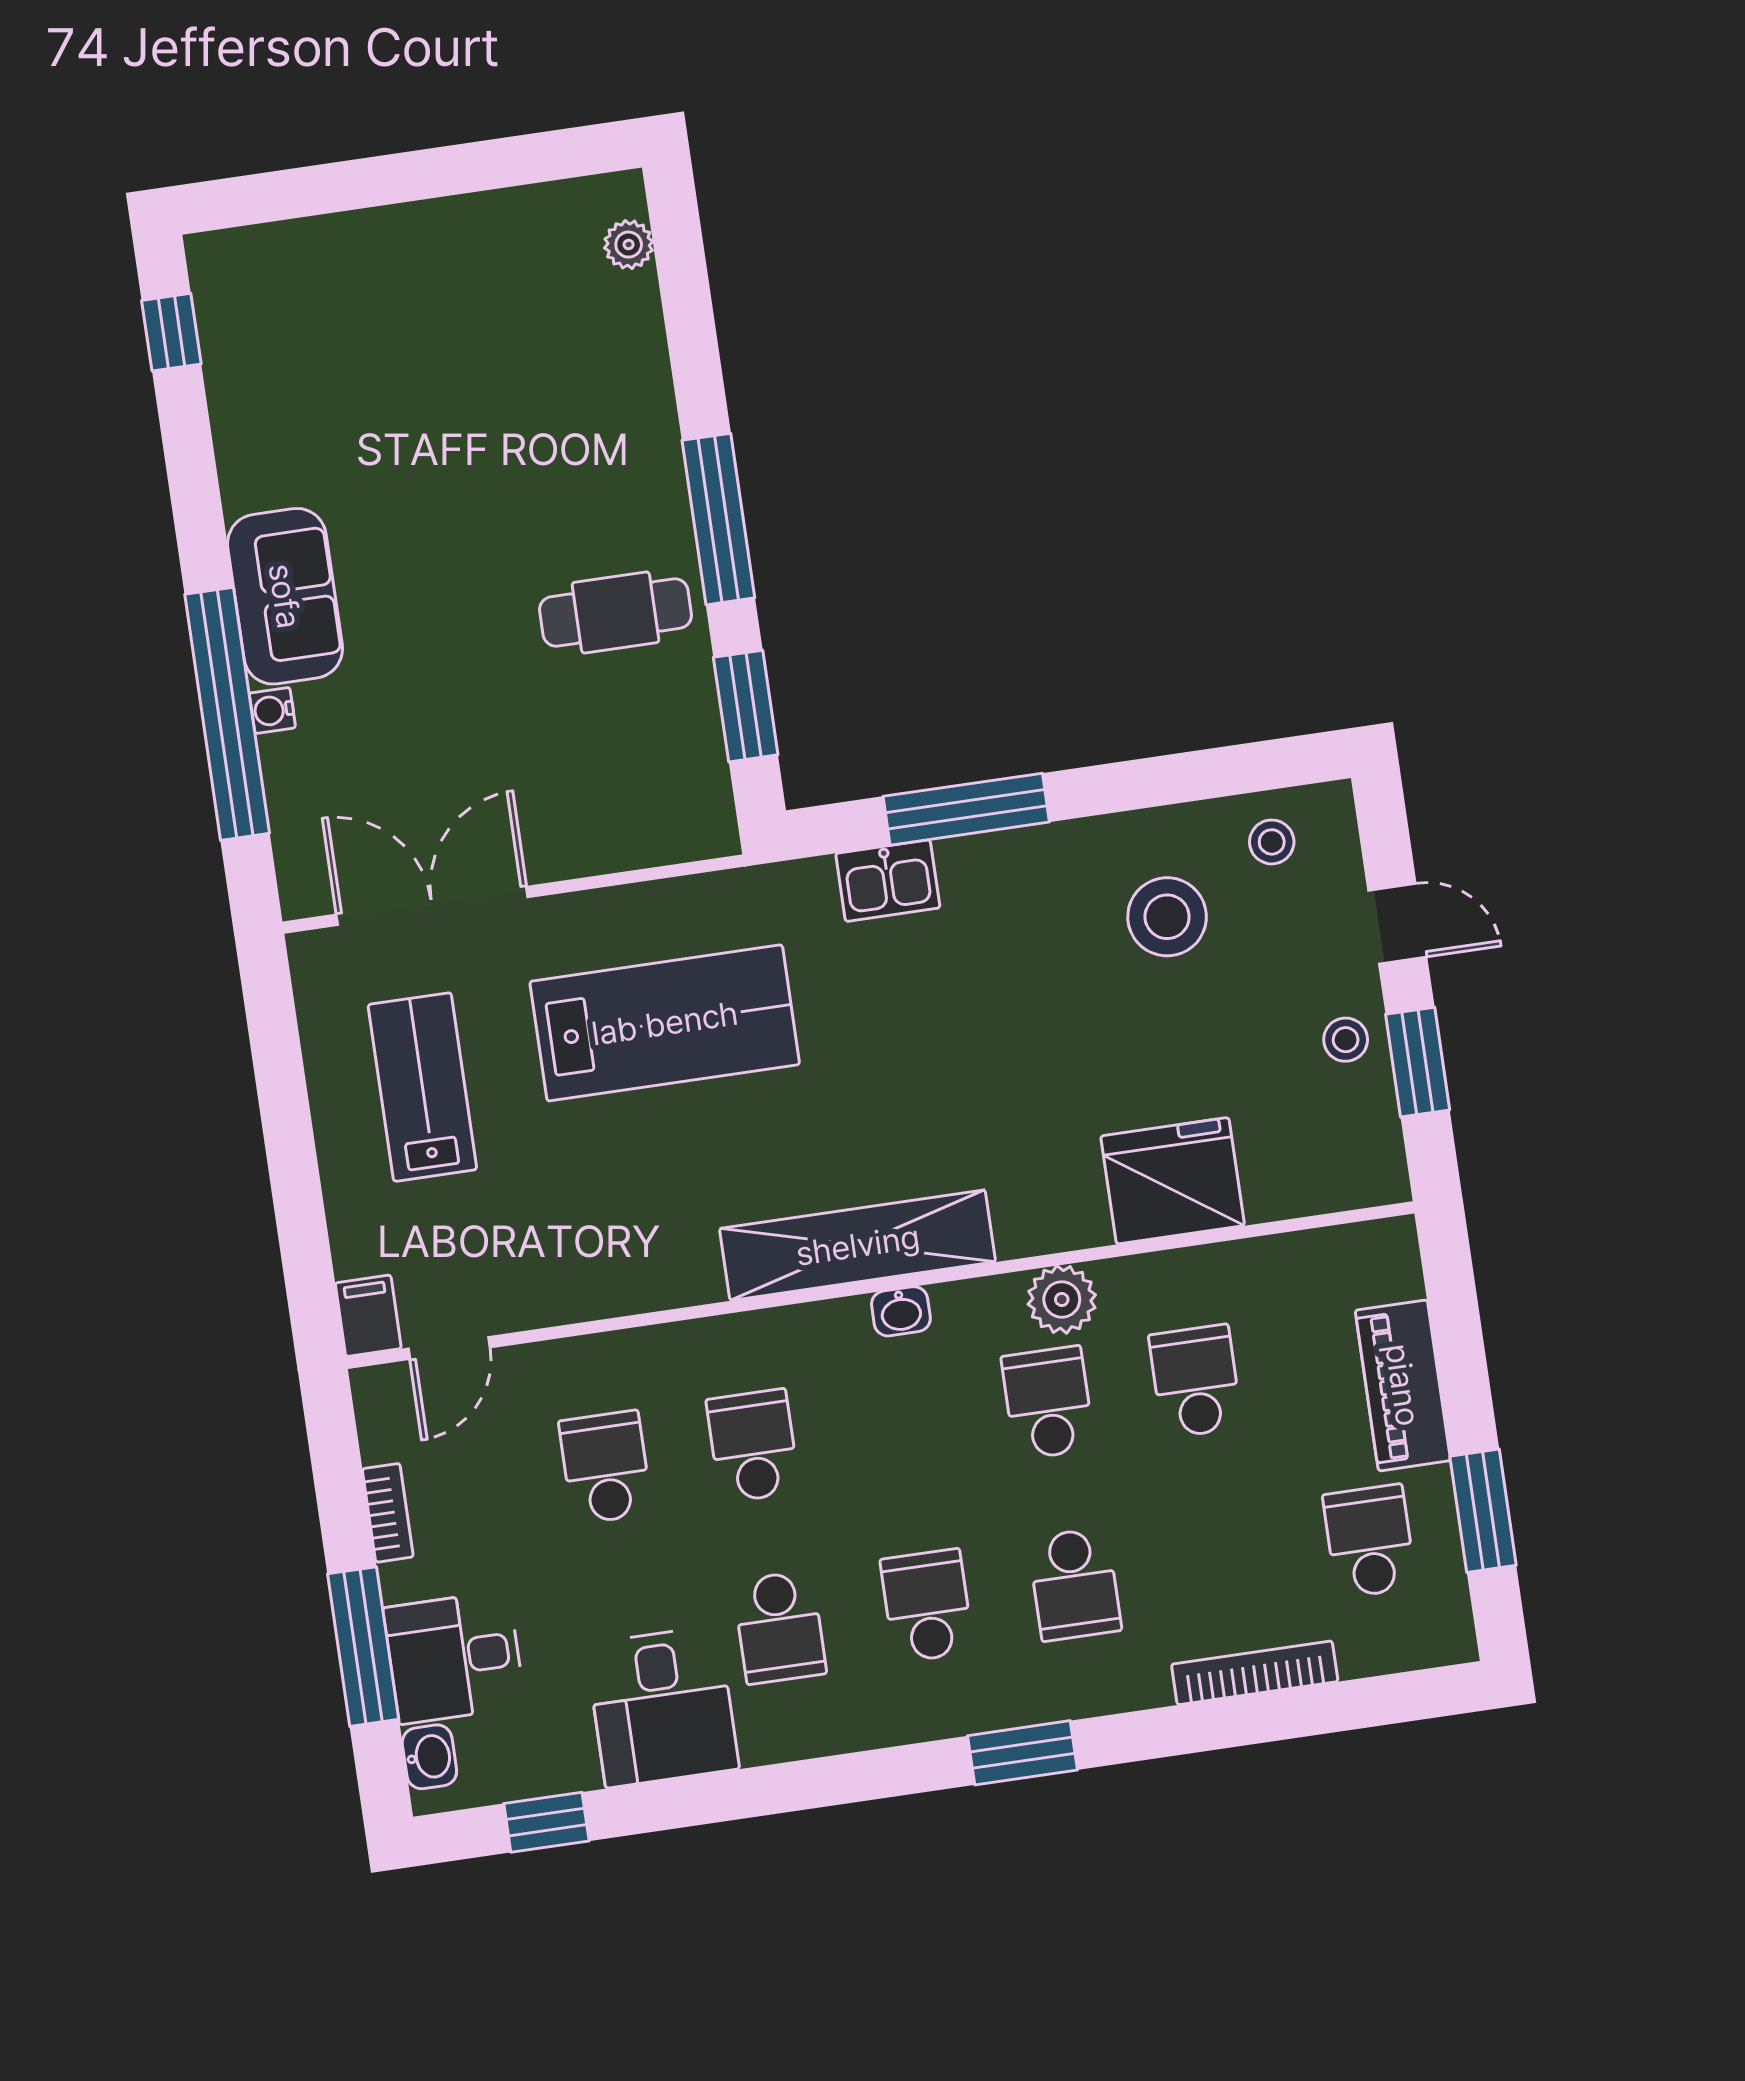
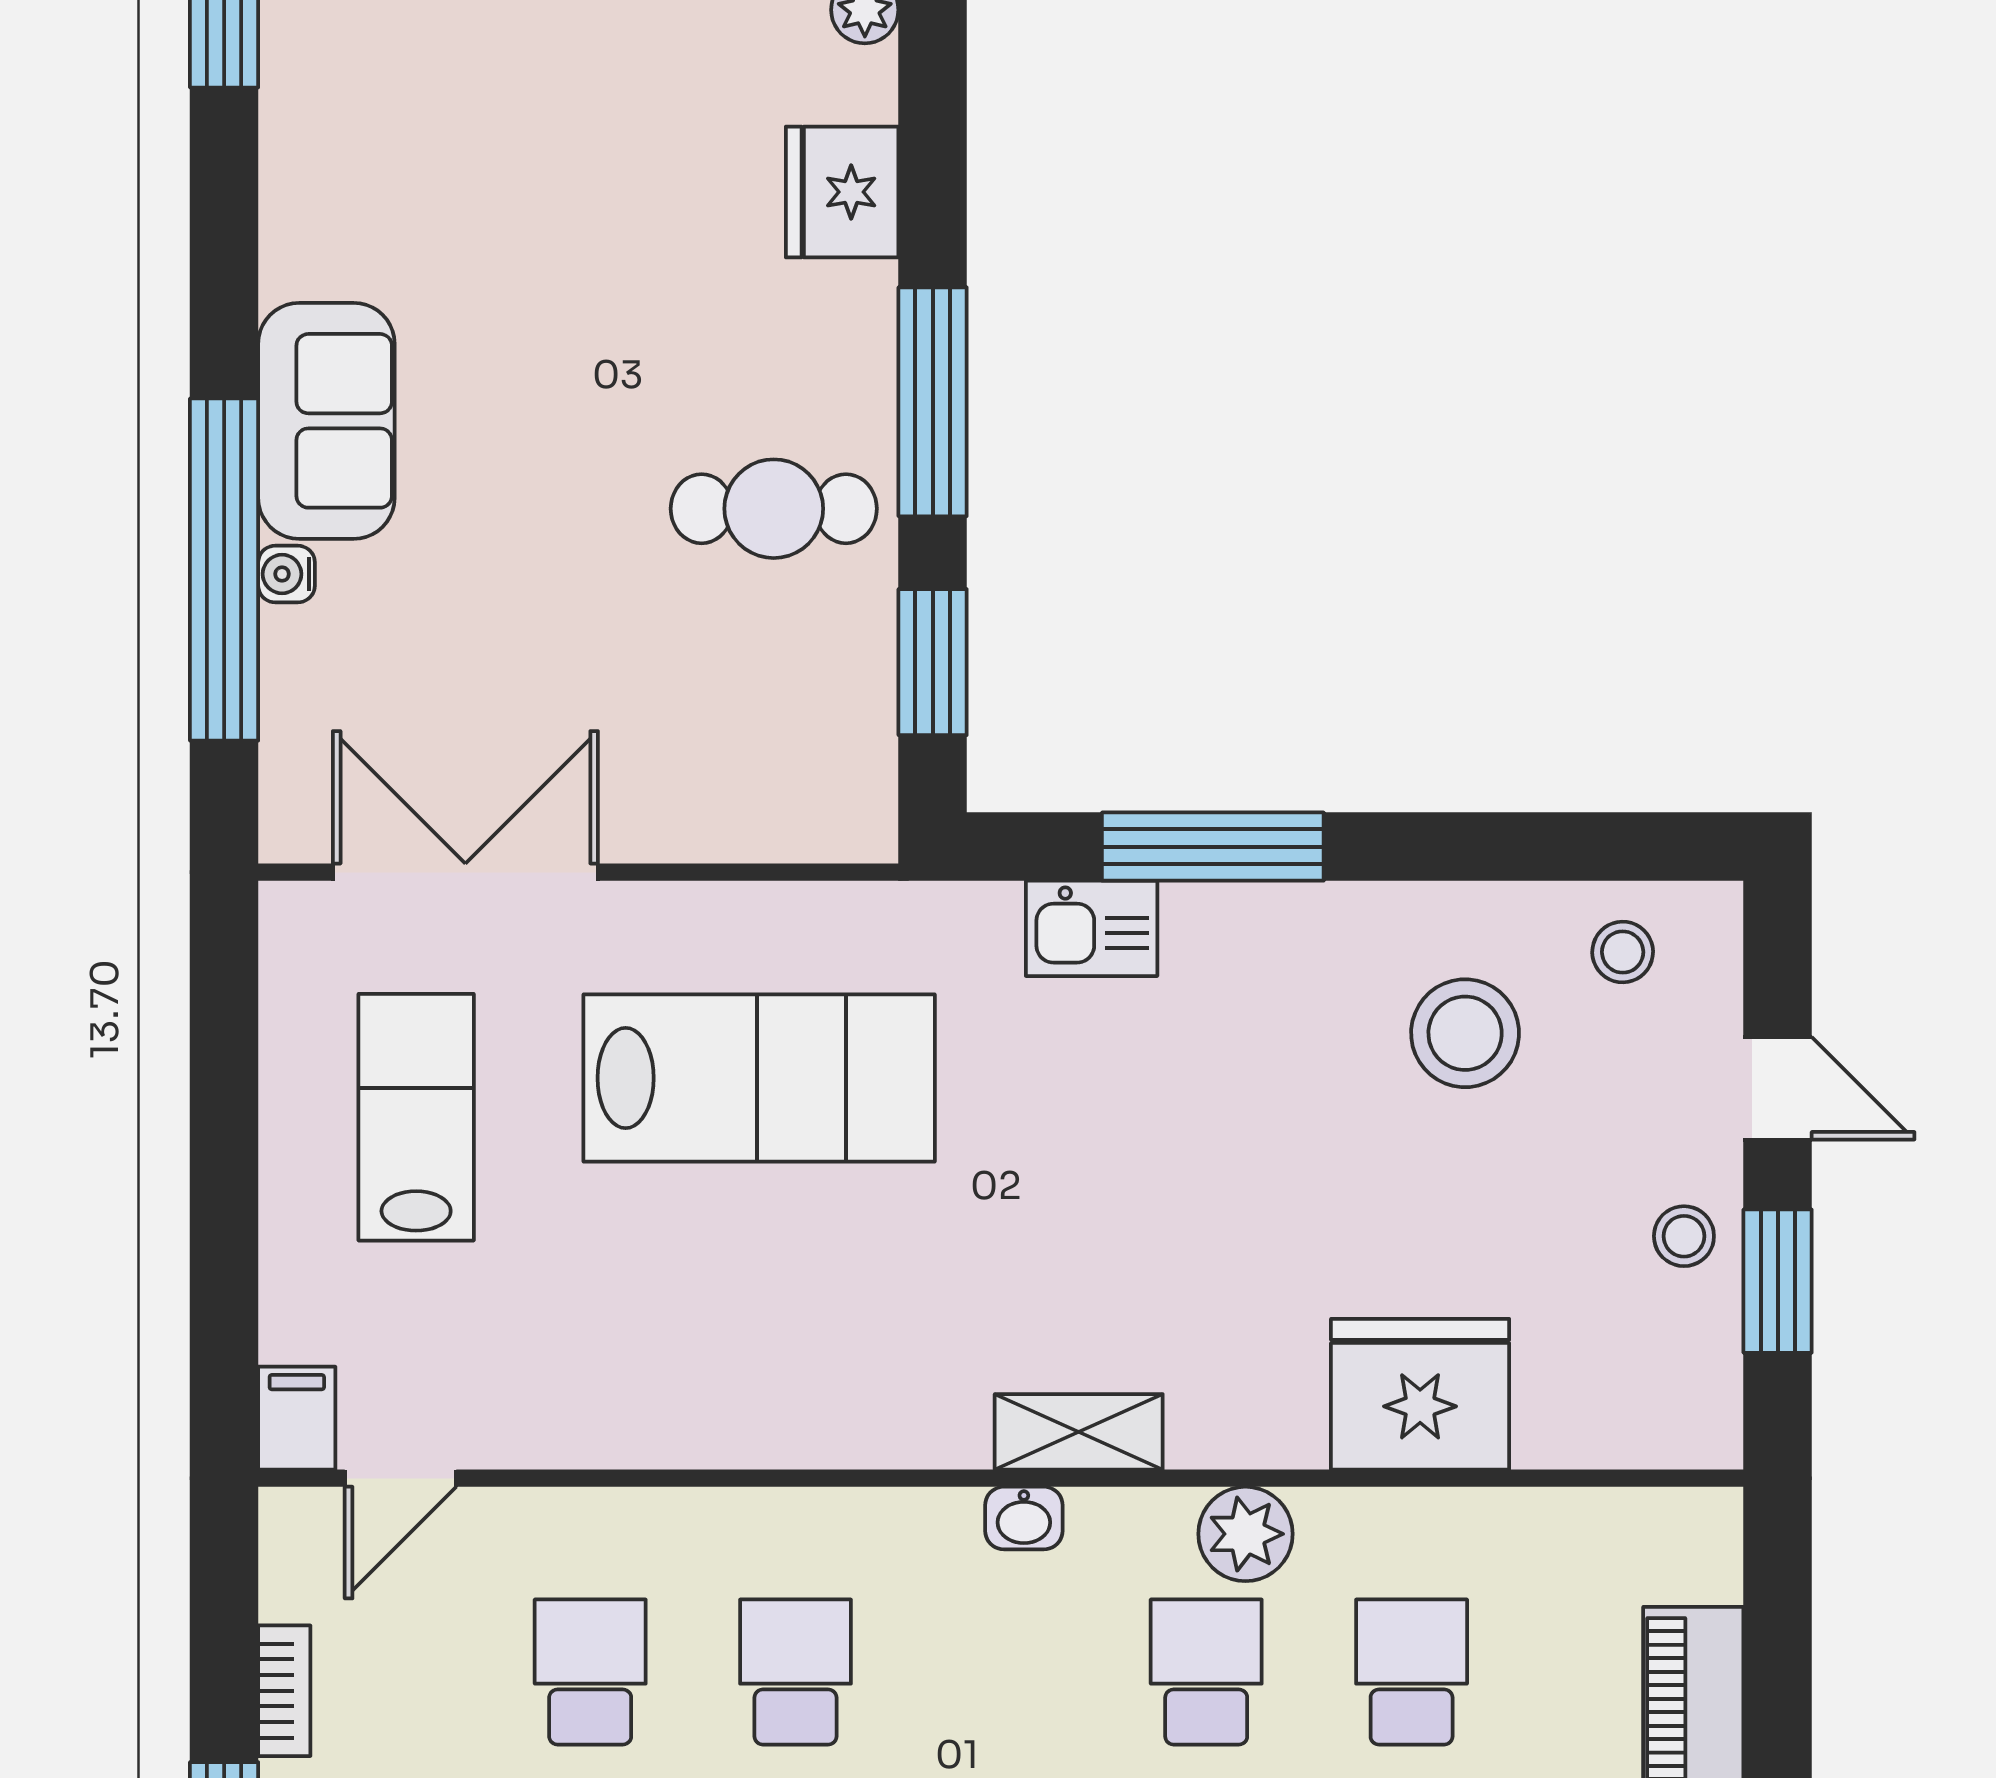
fridge: (631, 378) -> (842, 192), added
shelving: (858, 1245) -> (1079, 1432), width x0.45, depth x0.75

